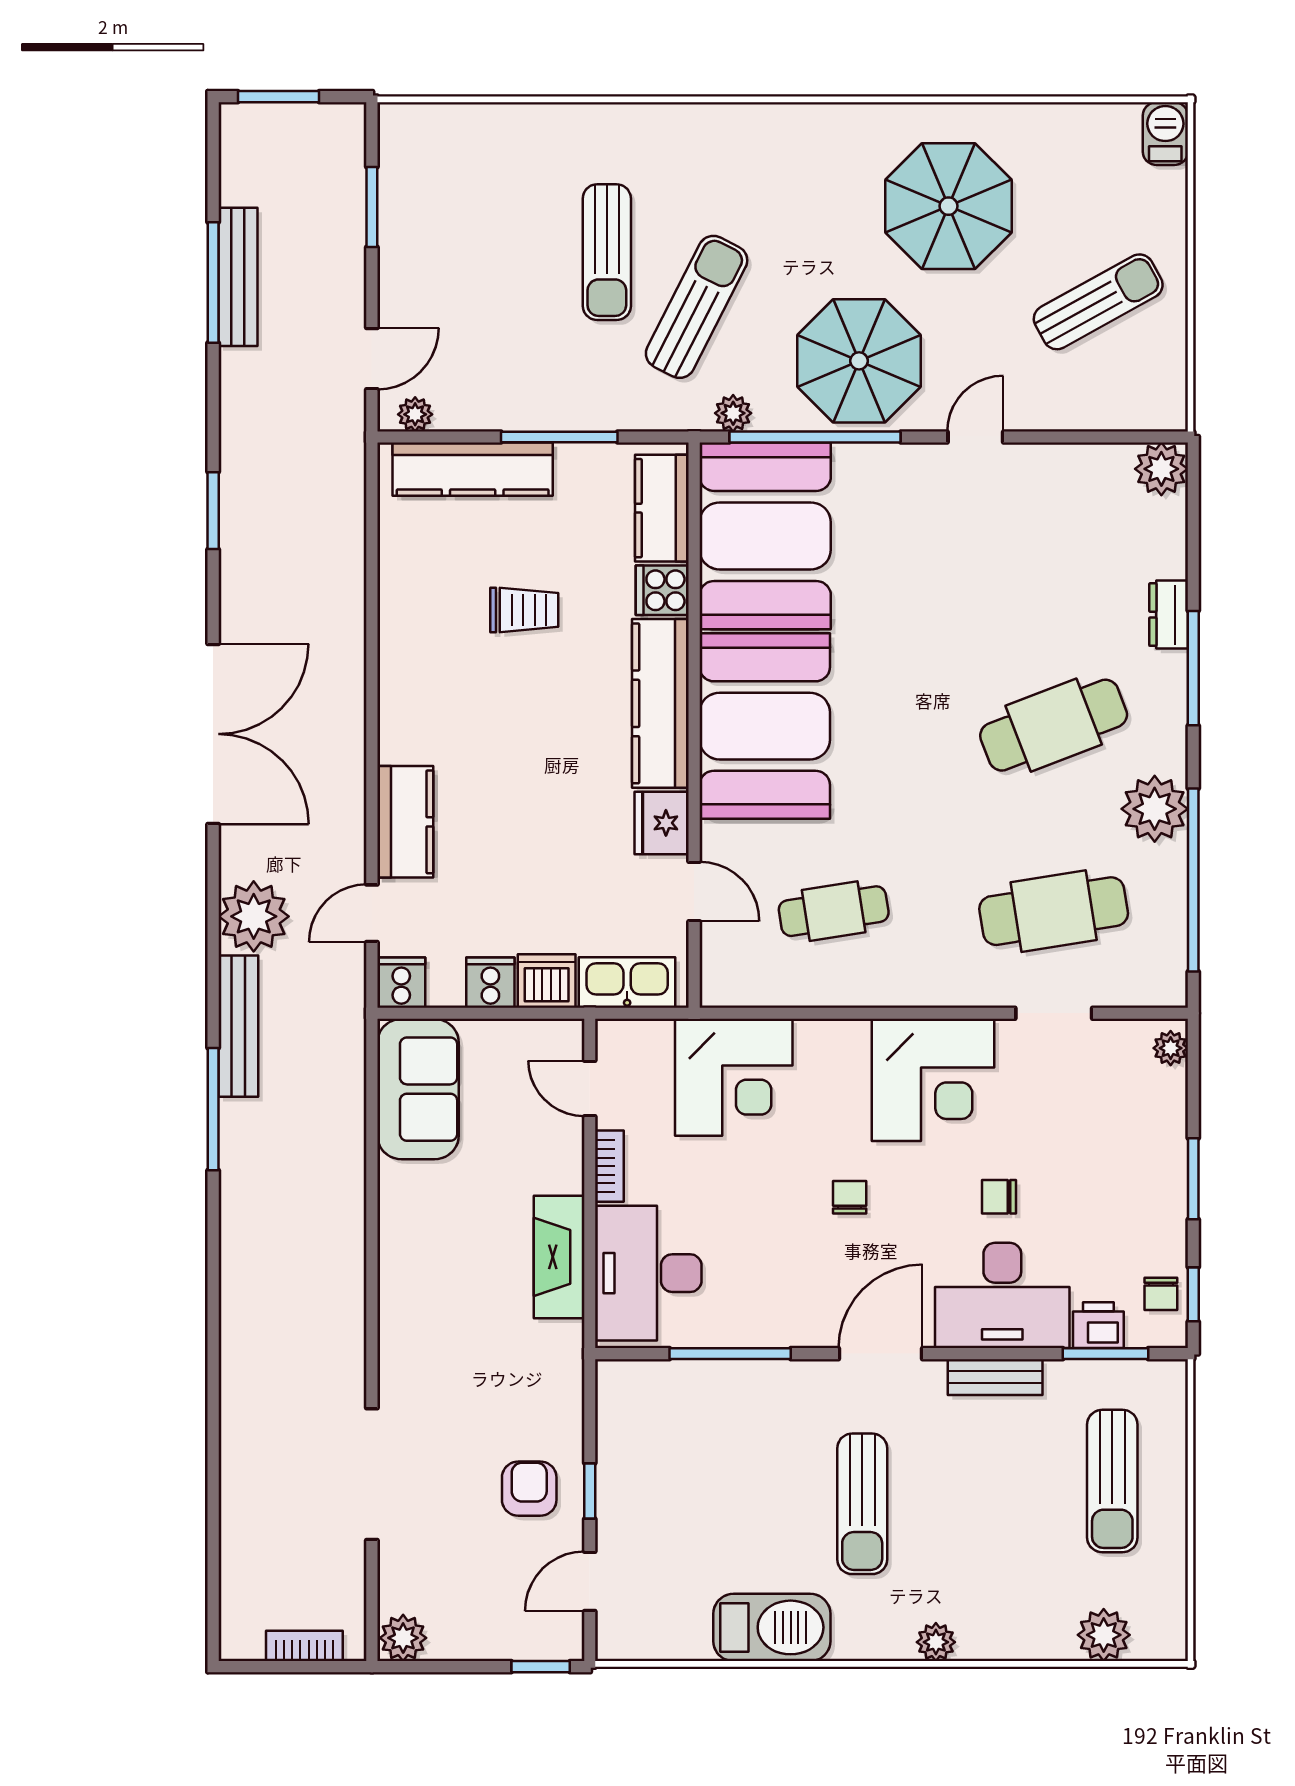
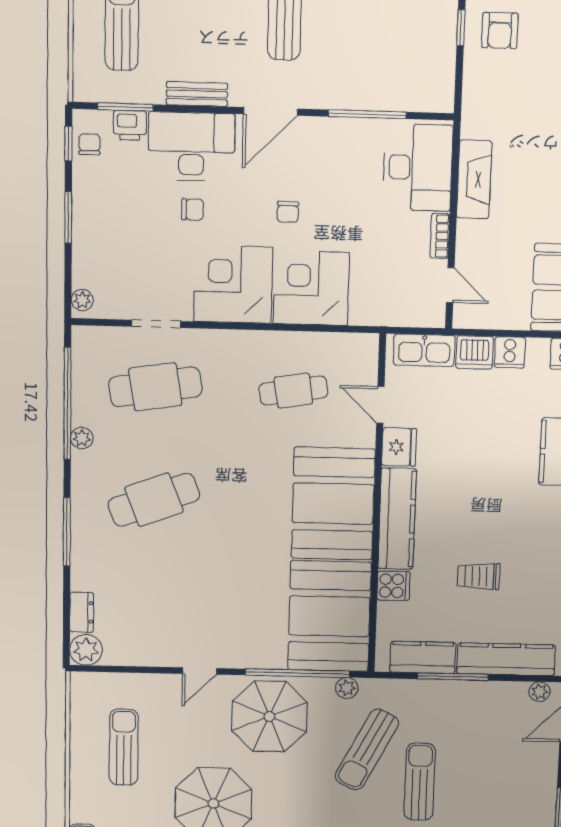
sun lounger: (1098, 302) -> (124, 747), turned 119
kitchen counter: (662, 508) -> (423, 657), moved, turned -90
dresser: (1169, 615) -> (82, 612), moved
plant: (1155, 809) -> (82, 438), width x0.53, depth x0.53
corner desk: (734, 1077) -> (311, 288), moved

